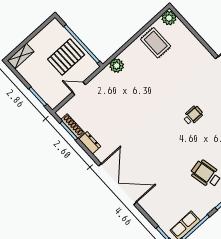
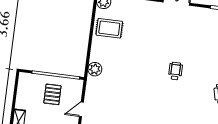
pallet: (66, 57) -> (52, 94), width x0.67, depth x0.71
wheelchair: (193, 115) -> (175, 71), moved

